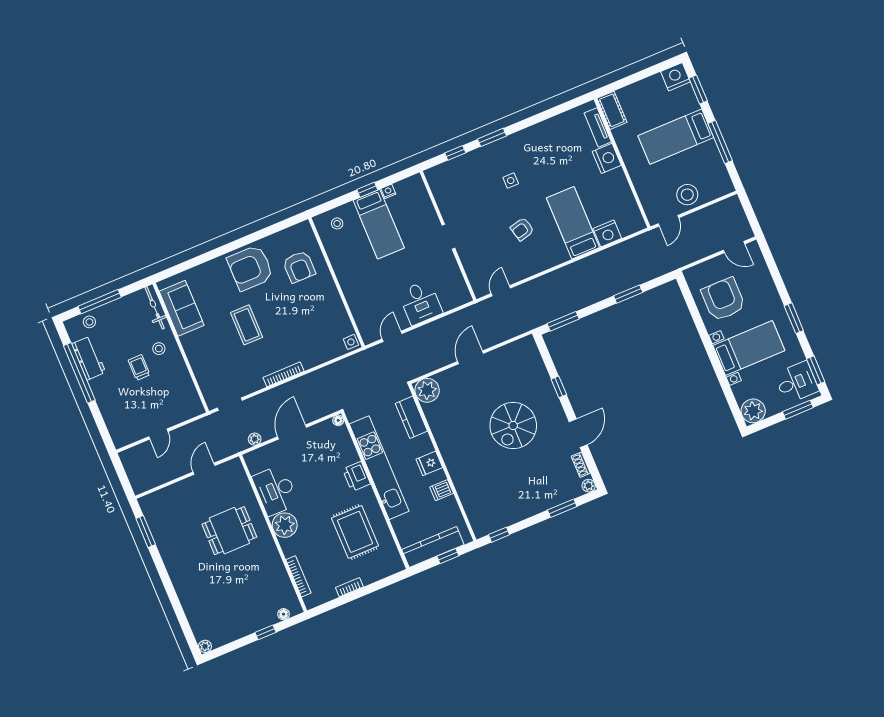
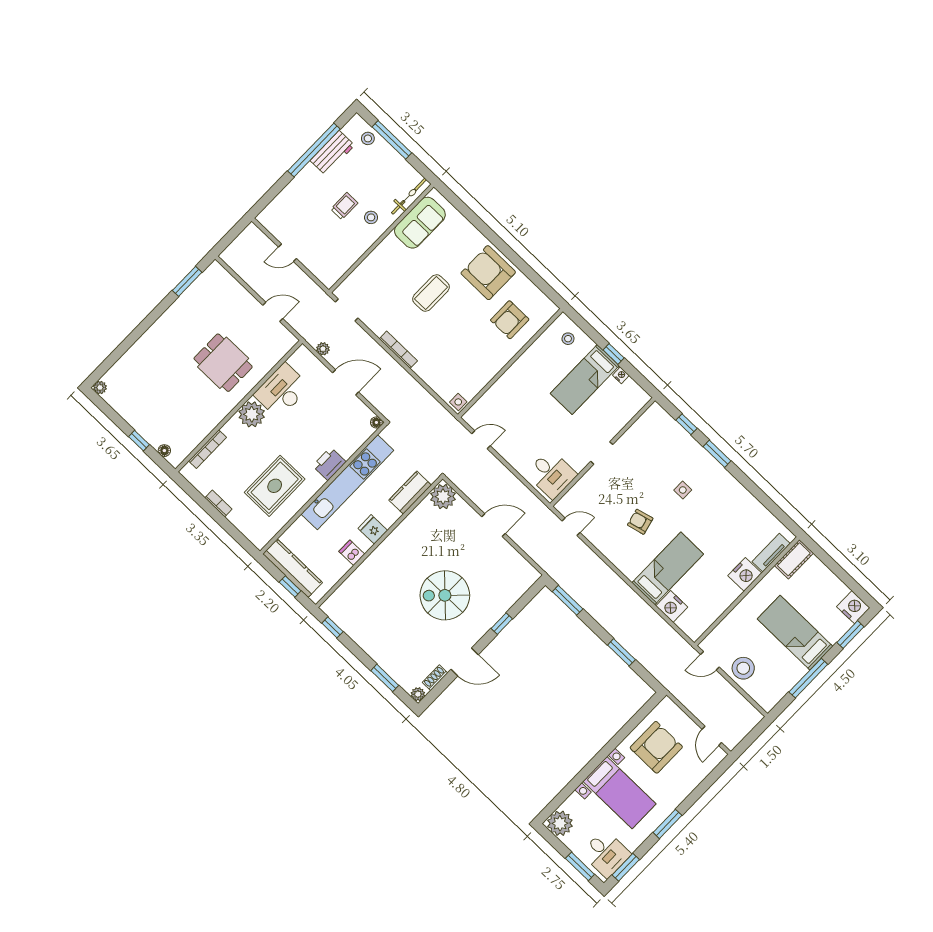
desk: (420, 303) -> (551, 474), moved, turned -90

